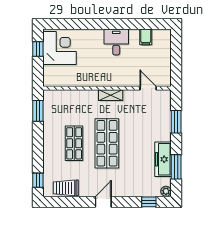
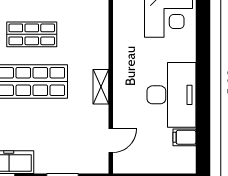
desk: (116, 42) -> (171, 95), width x1.87, depth x1.30

